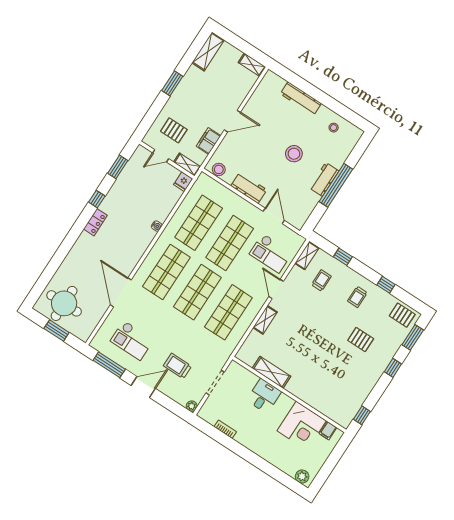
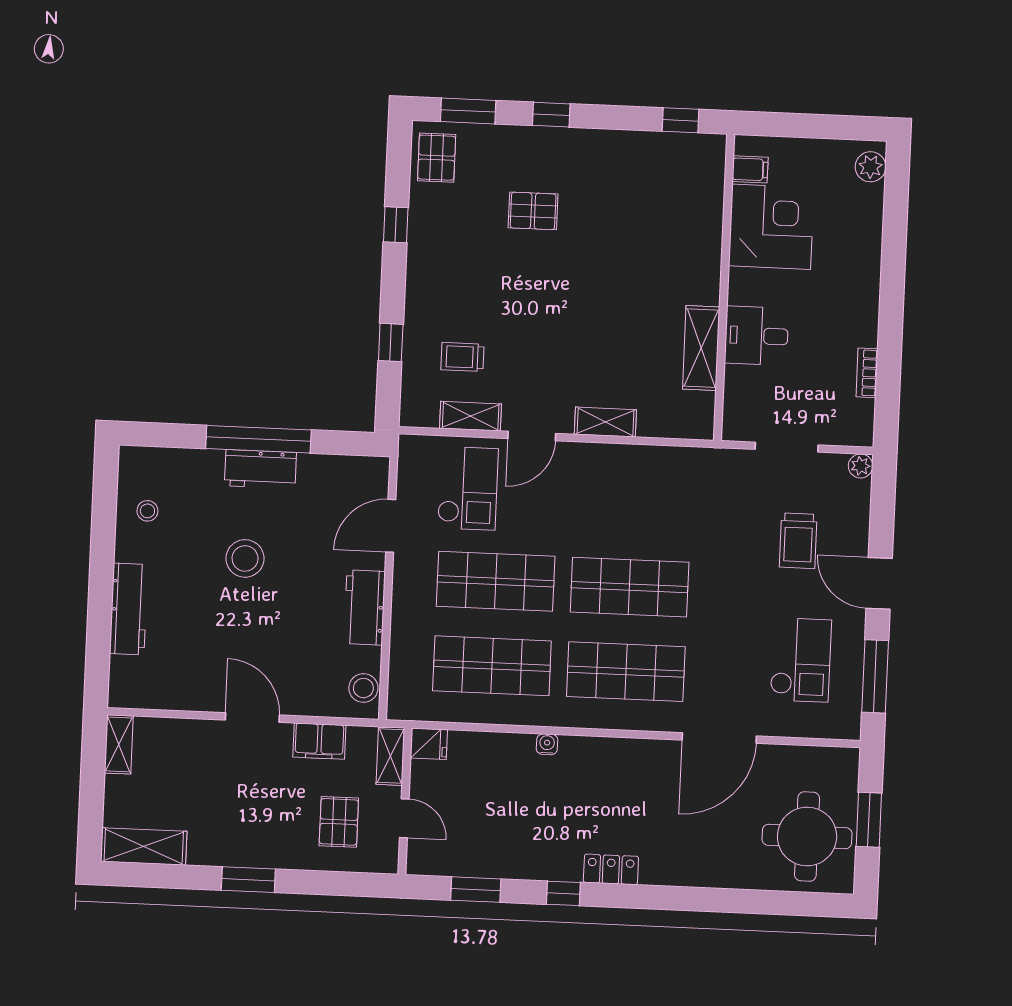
shelving: (307, 256) -> (471, 416), moved
trolley: (357, 297) -> (453, 267), removed
shop shelf: (228, 312) -> (633, 503), removed
pallet: (361, 340) -> (533, 211), turned 90

